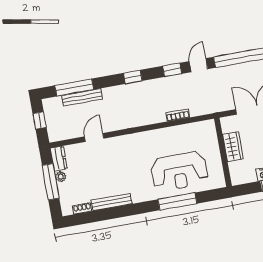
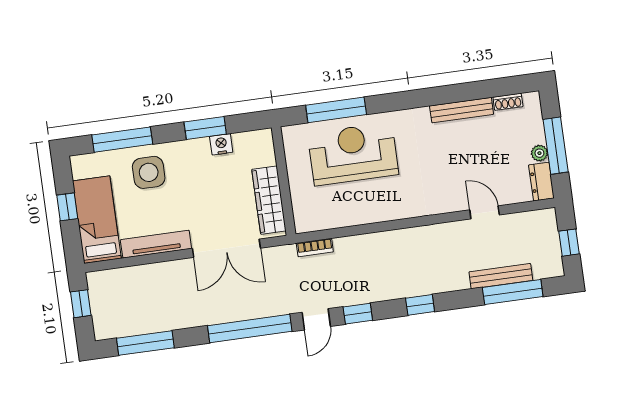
bookcase: (178, 115) -> (315, 248), moved
door: (94, 137) -> (485, 212), swing flipped
wardrobe: (233, 147) -> (269, 200), width x1.50
window: (177, 201) -> (336, 110), moved

